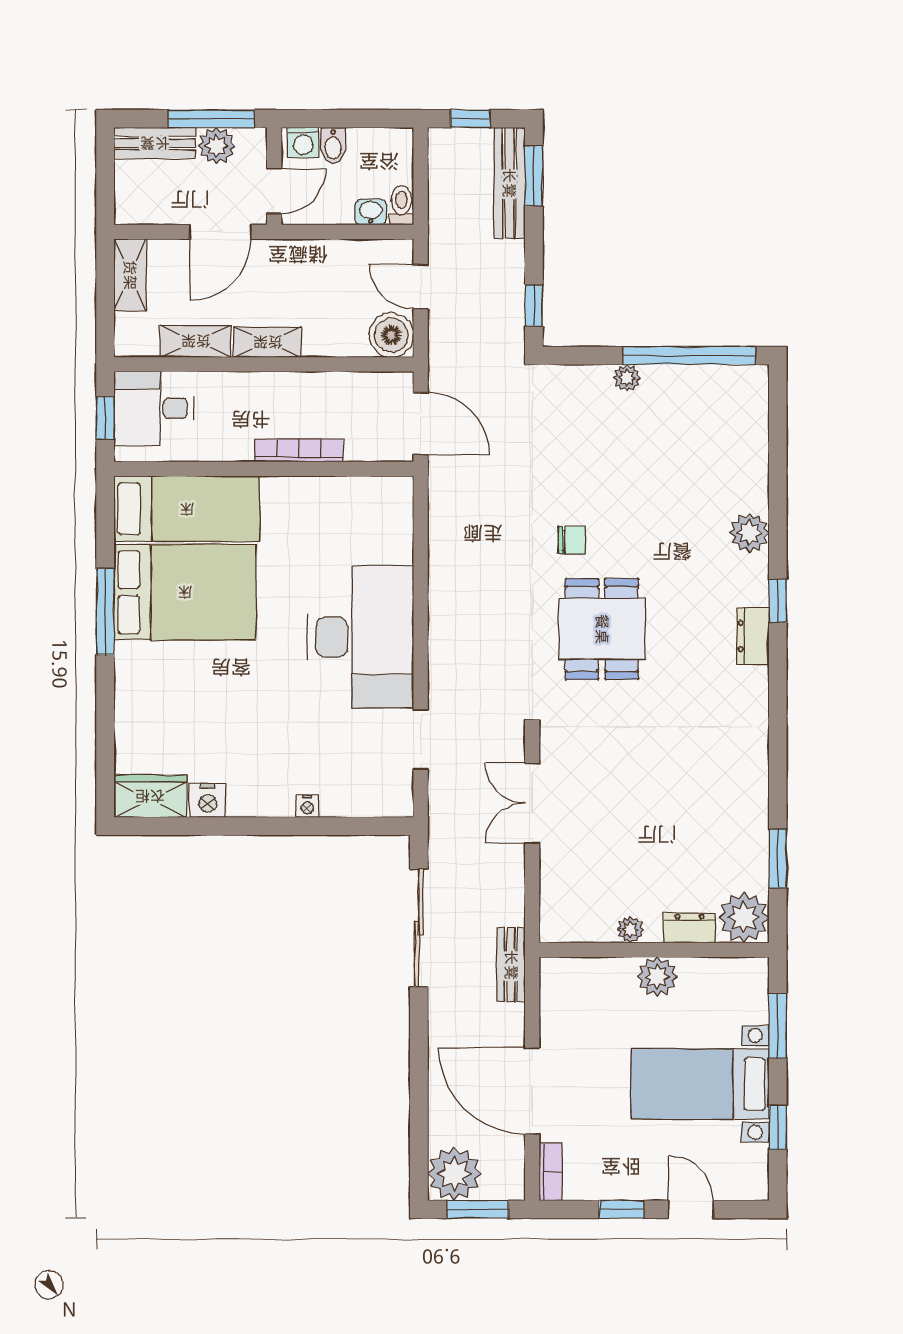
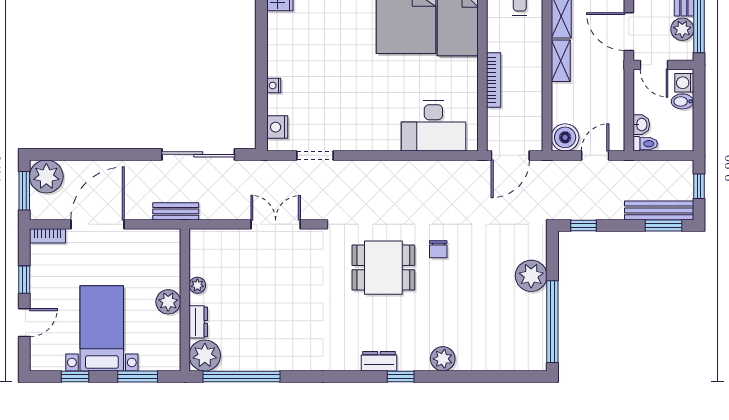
plant: (627, 378) -> (531, 276), width x1.88, depth x1.88
desk: (360, 637) -> (433, 126), moved, width x0.73, depth x0.77
nightstand: (208, 800) -> (277, 127), moved
window: (778, 858) -> (241, 376), width x2.11

